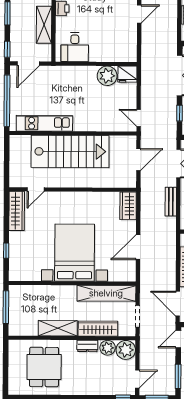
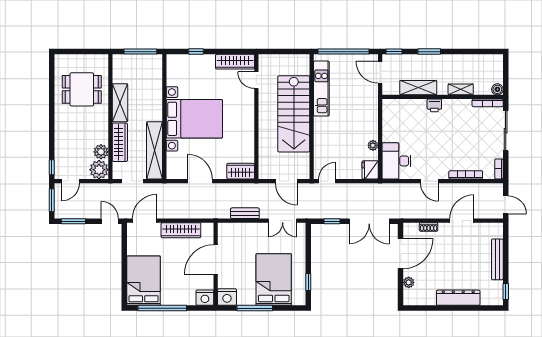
desk: (75, 47) -> (396, 161), moved, width x1.37
plant: (107, 76) -> (373, 145), width x0.53, depth x0.53
dresser: (87, 346) -> (103, 132), removed
door: (137, 379) -> (70, 181), hinge flipped

